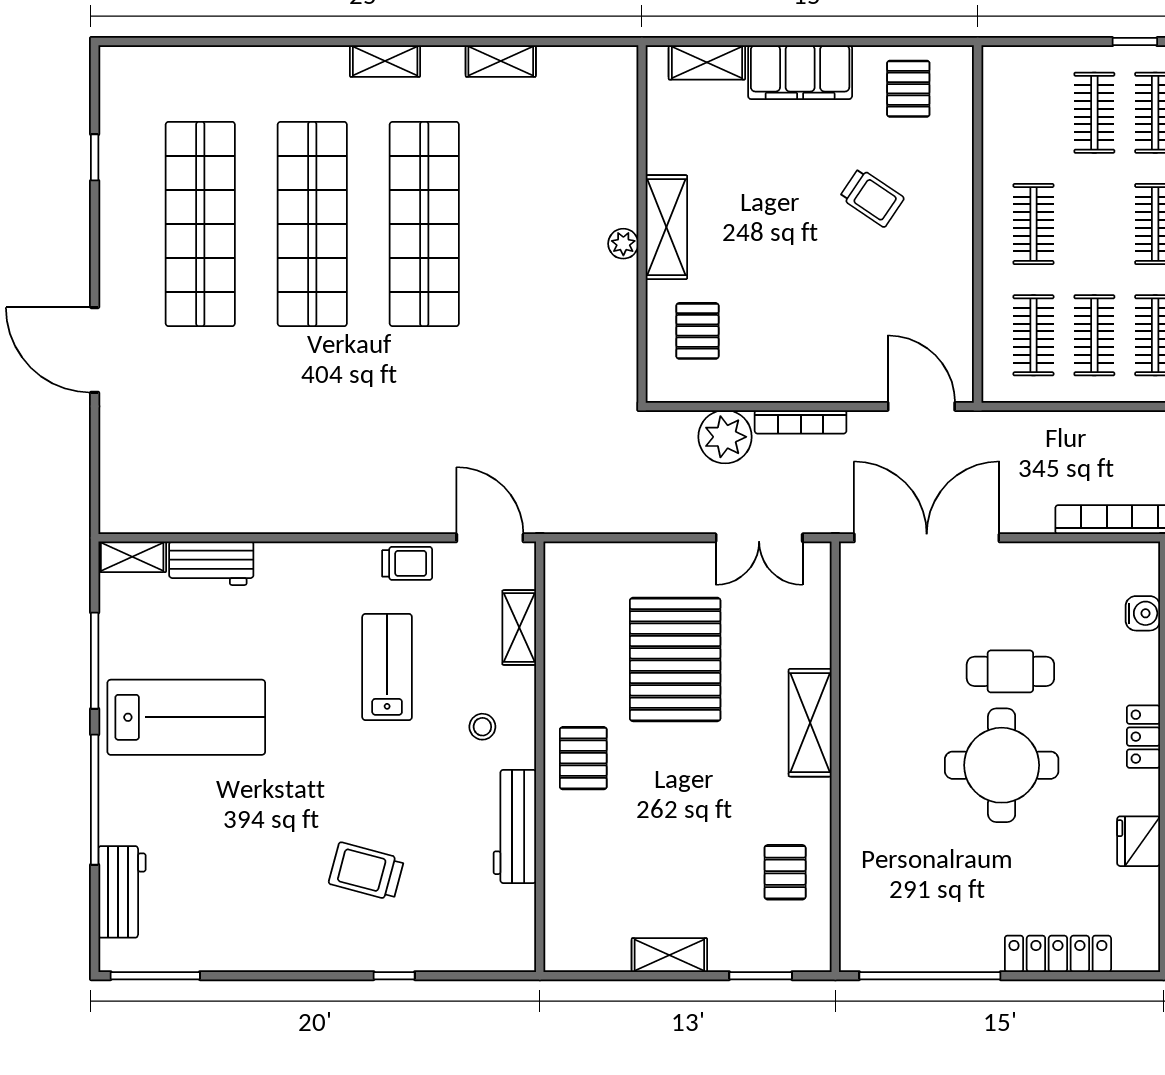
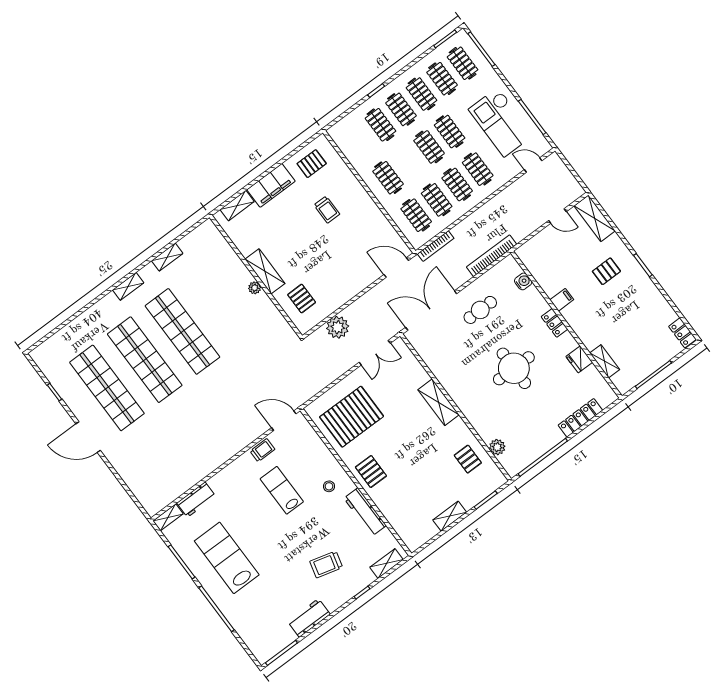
pallet: (908, 89) -> (312, 164), turned 90
trolley: (872, 198) -> (327, 210), turned 56
door: (95, 350) -> (88, 437), moved
bookcase: (801, 422) -> (436, 246), moved
shelving: (519, 628) -> (387, 563), moved, turned 90
pallet: (675, 659) -> (352, 417), moved, turned 90
cafe table: (1010, 671) -> (480, 310), moved
lab bench: (186, 717) -> (227, 558), turned -90
plant: (858, 891) -> (497, 447), added
workbench: (122, 892) -> (309, 618), moved, turned -90

